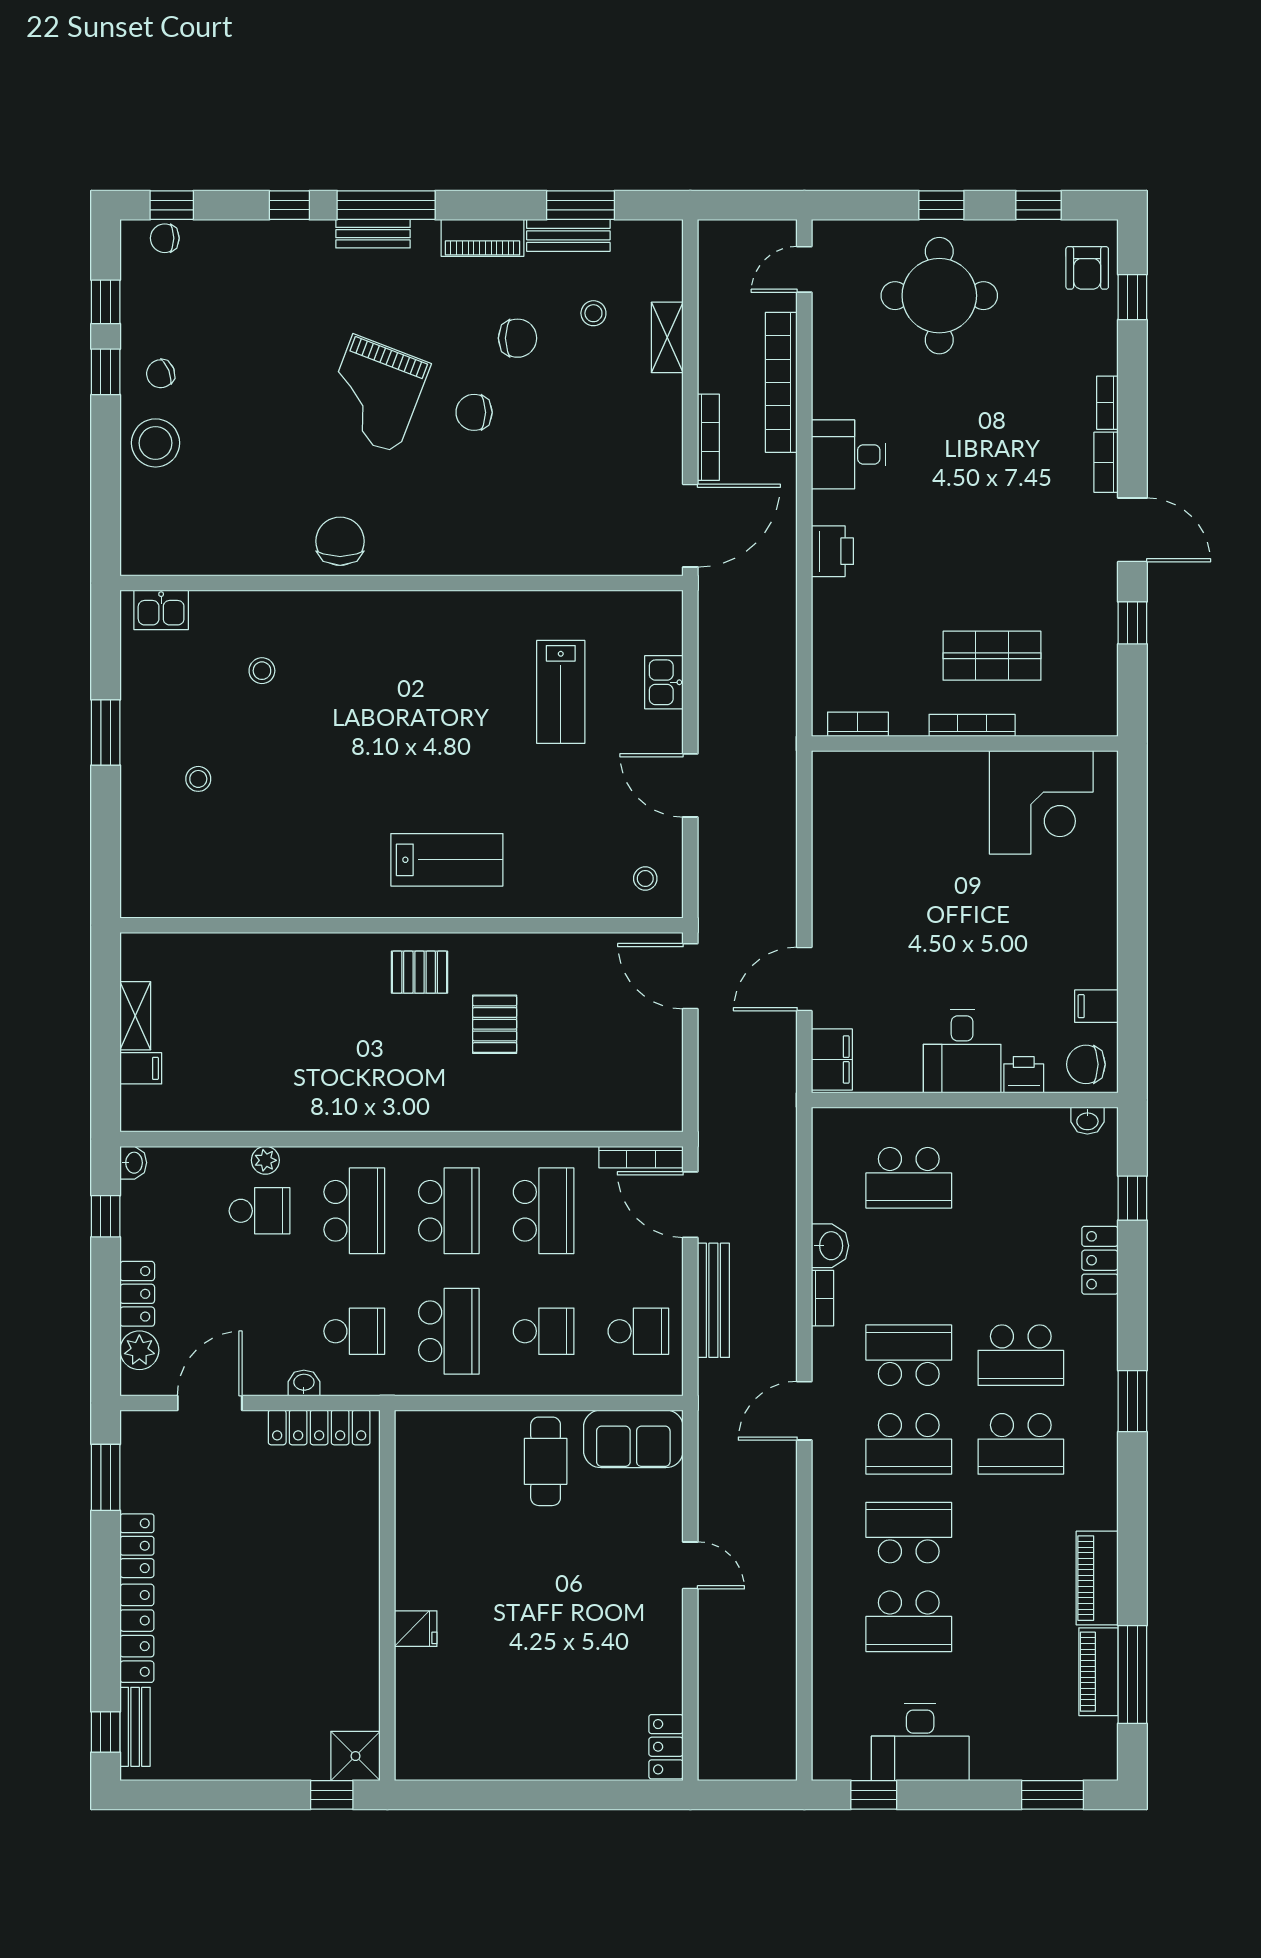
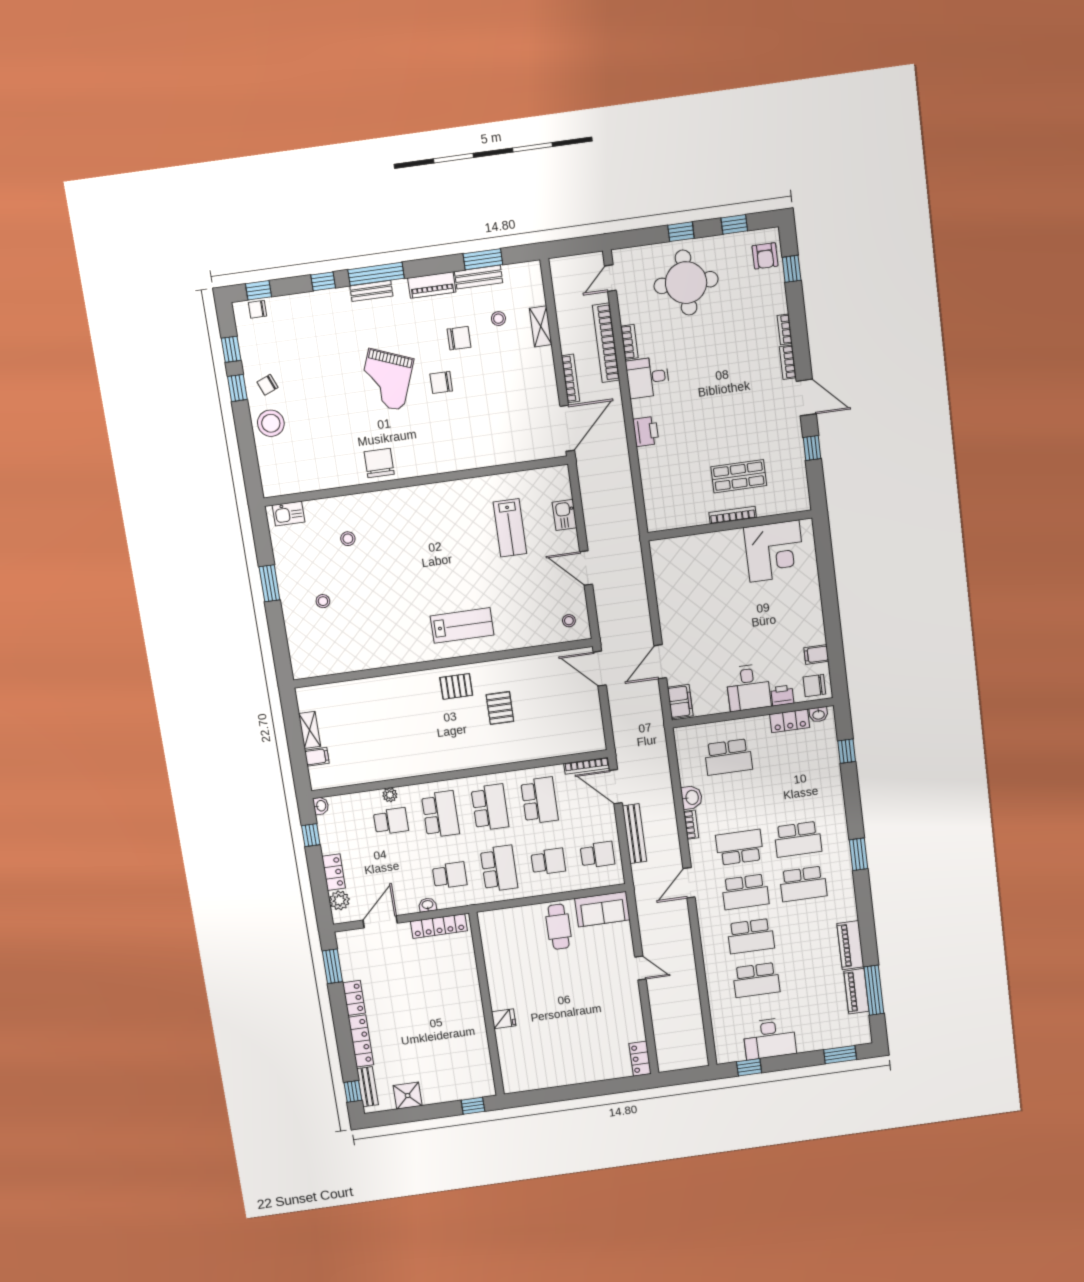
bookcase: (858, 724) -> (629, 342), moved, turned 90
locker: (1100, 1260) -> (790, 721), moved, turned -90
school desk: (909, 1533) -> (751, 936), turned 180
shower: (355, 1756) -> (408, 1096), moved

